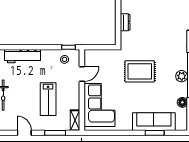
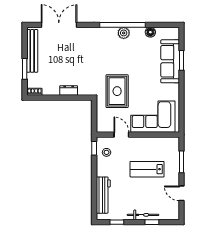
rug: (140, 71) -> (117, 91), moved
lab bench: (48, 99) -> (147, 169), turned 180
shelving: (75, 120) -> (169, 142), removed
door: (24, 133) -> (181, 193), hinge flipped

